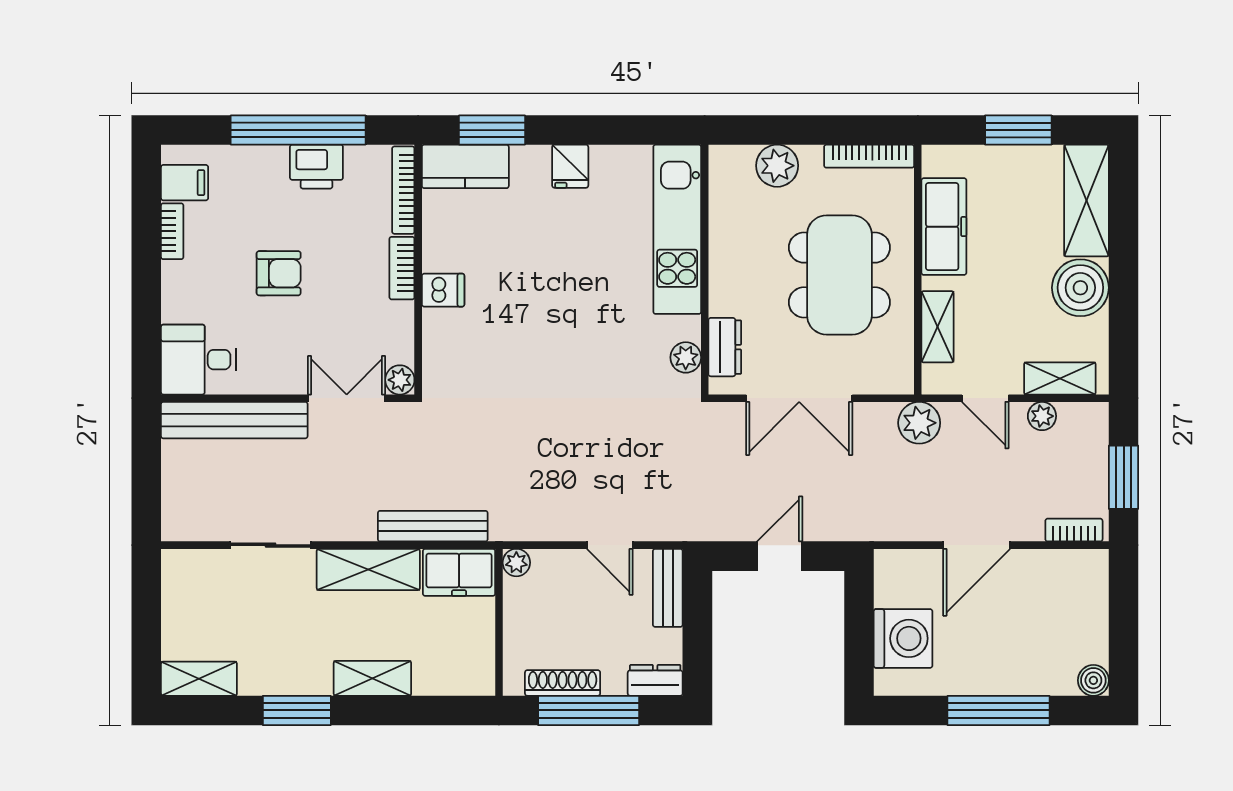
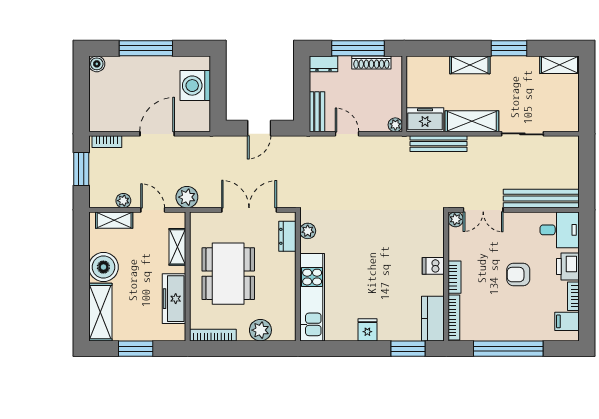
kitchen counter: (465, 166) -> (433, 319), moved, turned -90
printer: (316, 167) -> (568, 267), moved, turned -90

